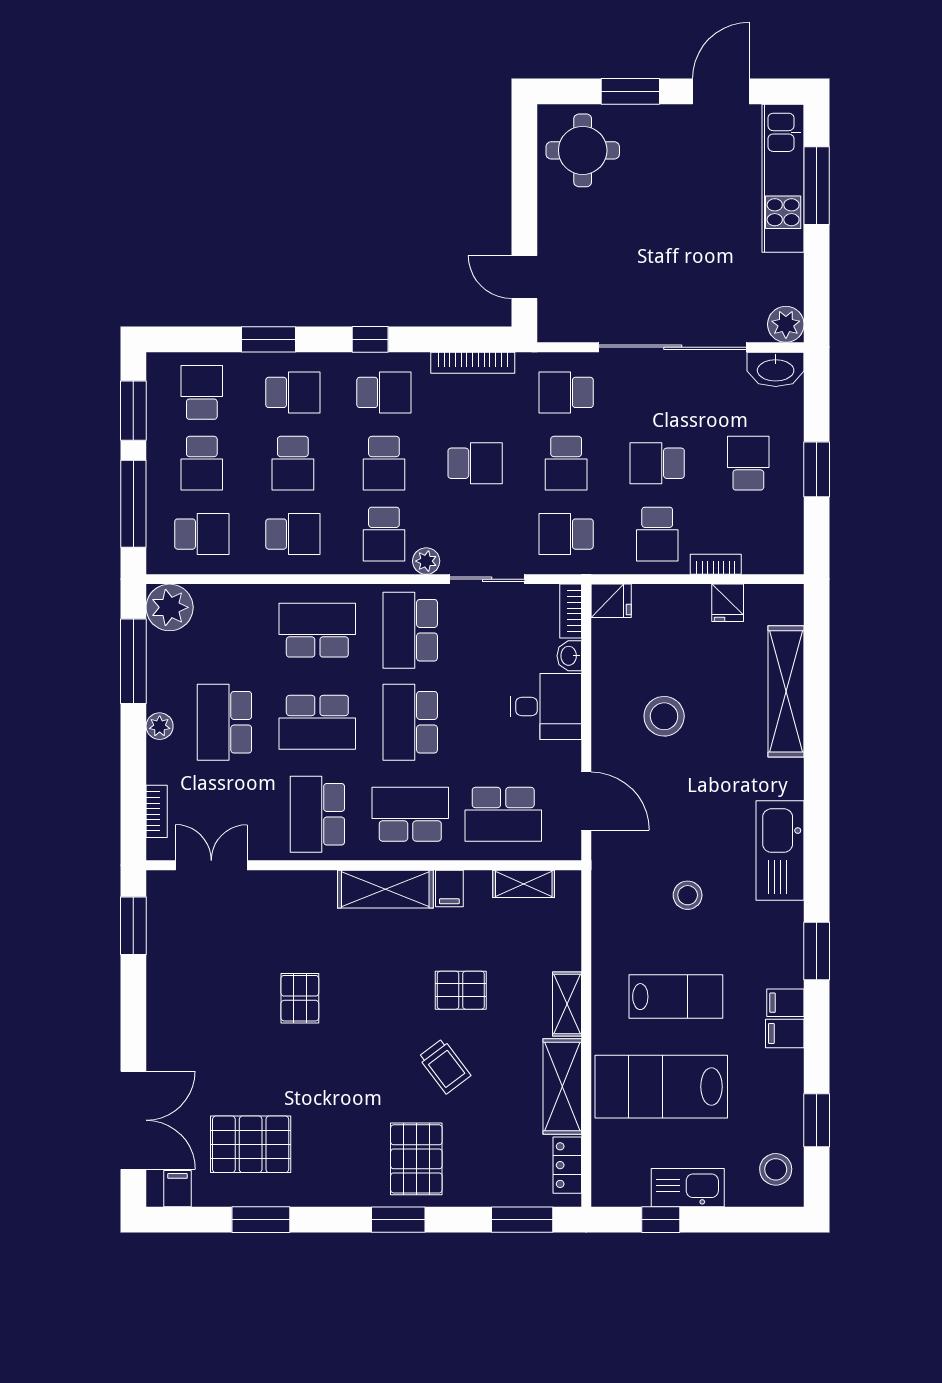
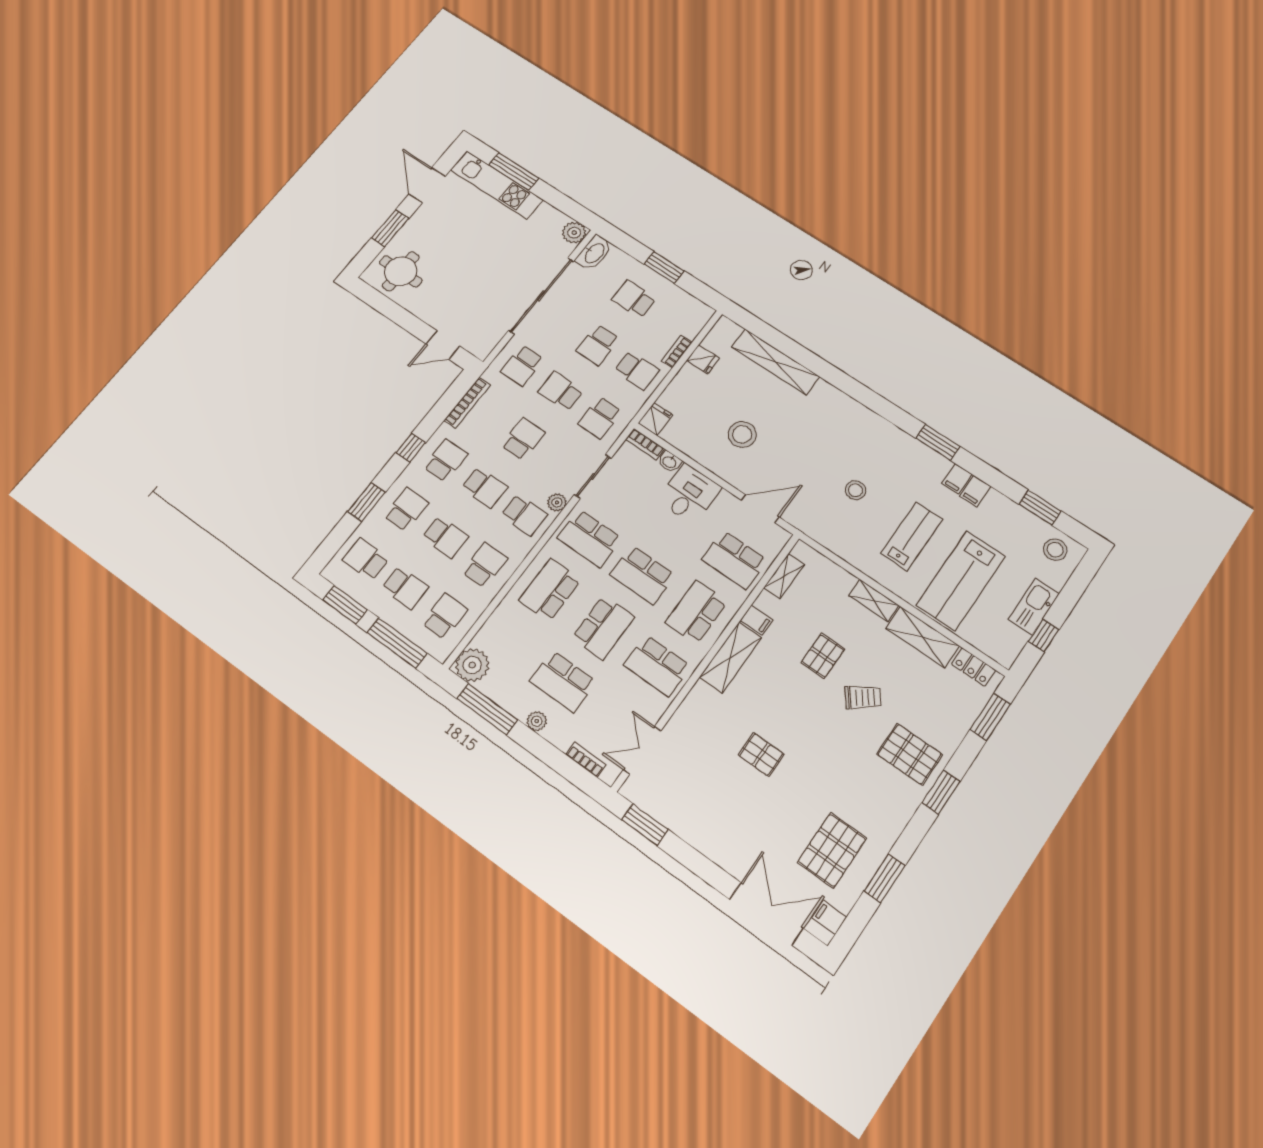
school desk: (566, 463) -> (561, 391), turned 180
school desk: (503, 814) -> (735, 560), turned 90
kitchen sink: (780, 850) -> (865, 424), removed

